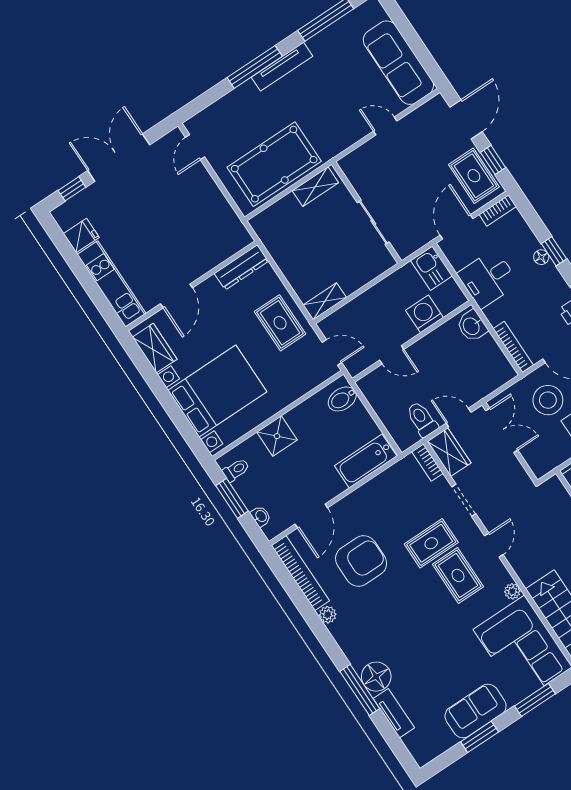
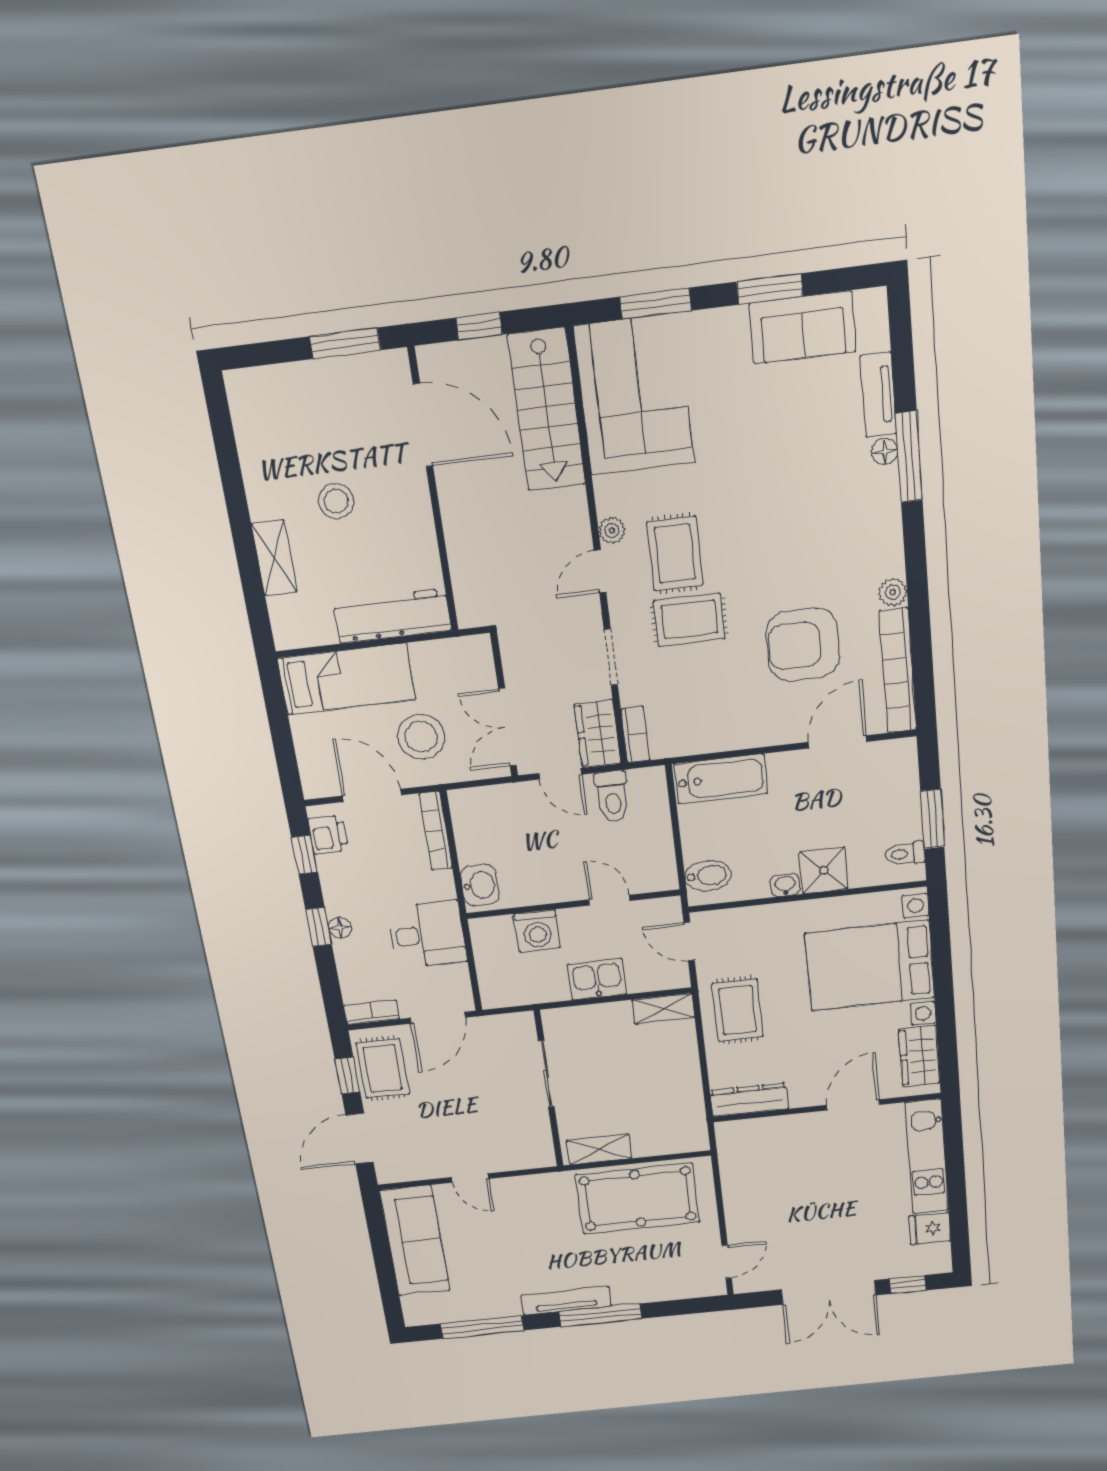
kitchen sink: (431, 268) -> (597, 979), moved, turned -90
washbasin: (261, 516) -> (785, 885), moved, turned 90
plant: (512, 591) -> (612, 530), moved
floor lamp: (376, 677) -> (885, 452), width x0.53, depth x0.53
sofa: (476, 711) -> (803, 327), moved

